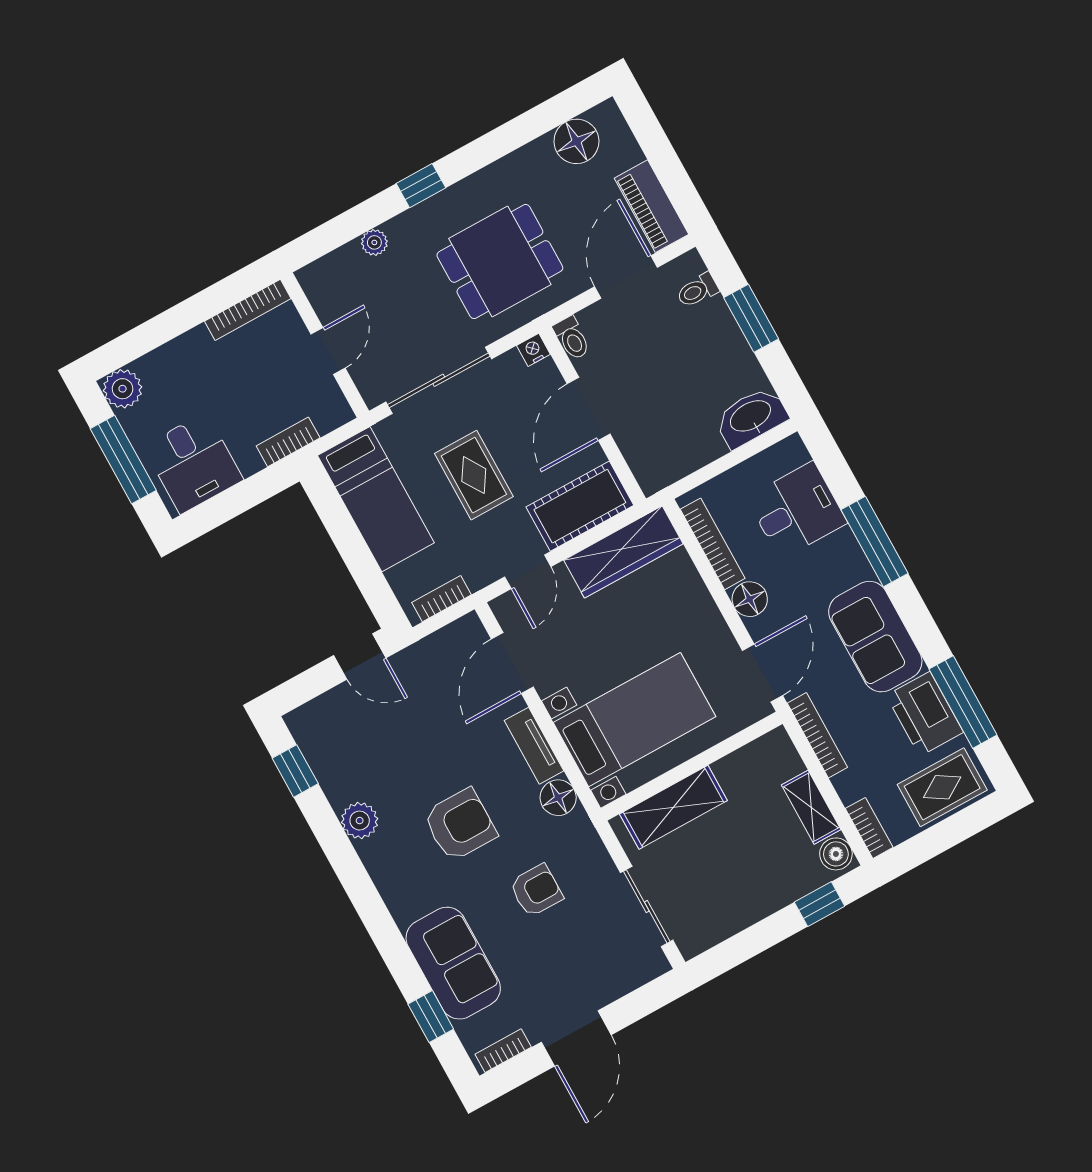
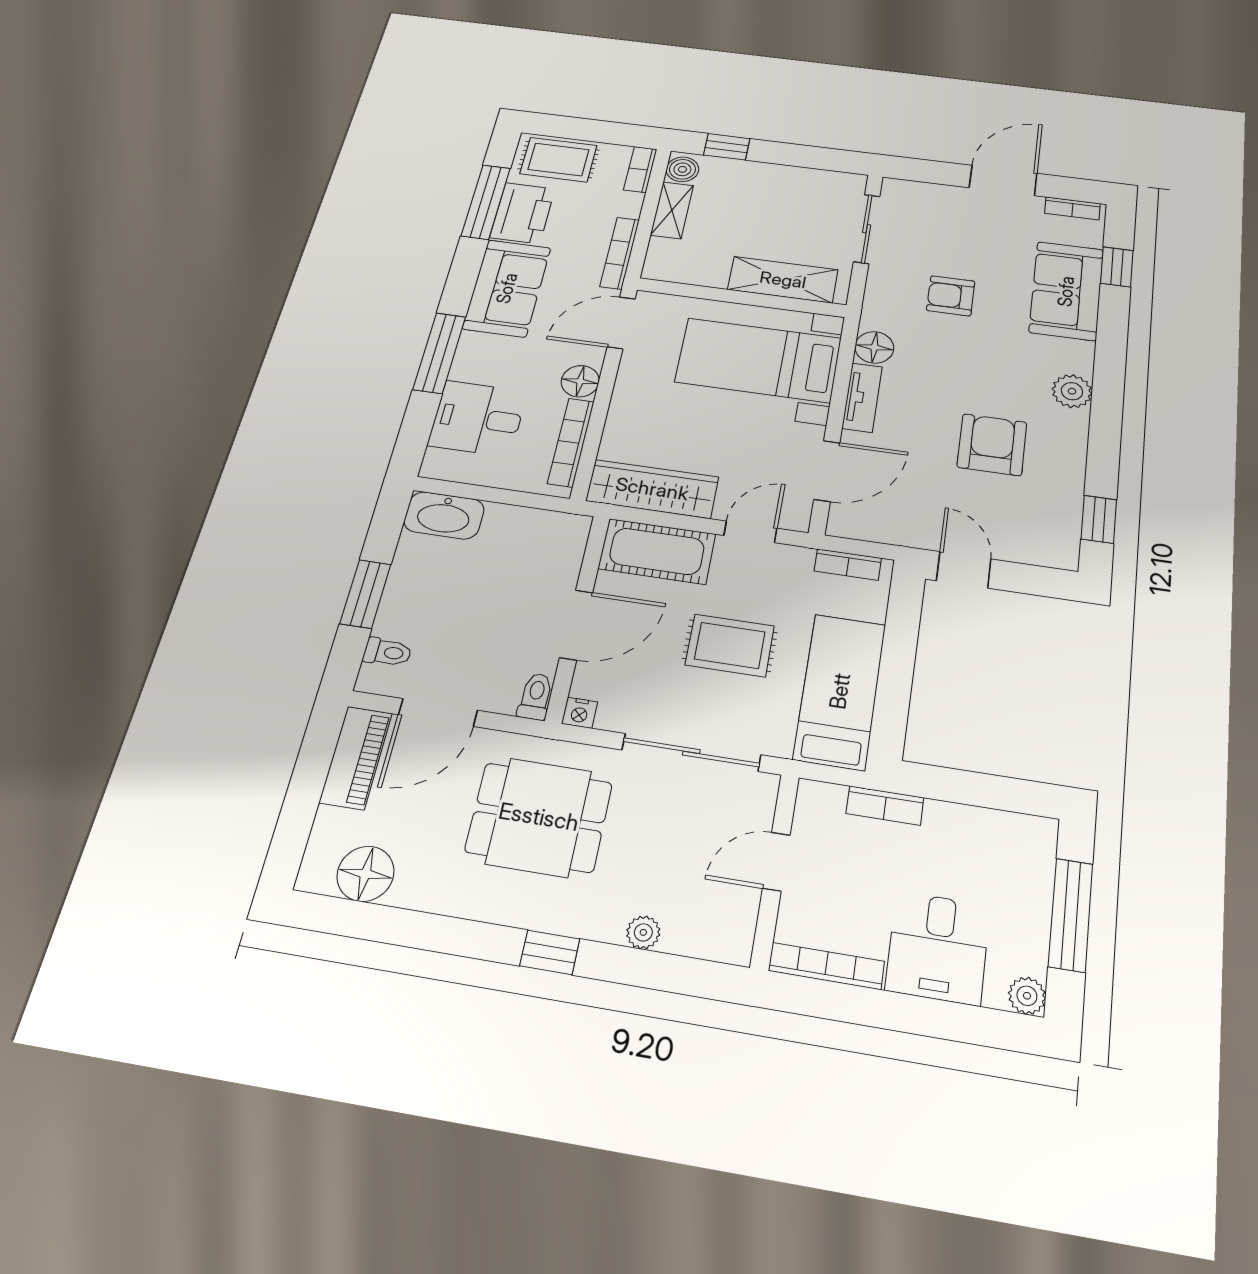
plant: (123, 389) -> (1027, 996), width x0.73, depth x0.73
desk: (193, 463) -> (938, 948), moved, turned 180
rug: (474, 475) -> (730, 645), turned 90
plant: (360, 821) -> (1072, 391), moved
armchair: (460, 825) -> (992, 445), moved, turned 90

